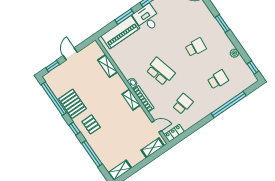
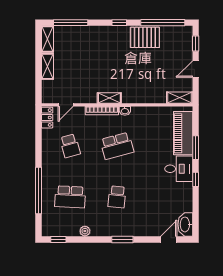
door: (70, 54) -> (196, 69), swing flipped
shelving: (108, 66) -> (180, 98), moved
school desk: (218, 80) -> (70, 197), width x1.85
pallet: (91, 124) -> (112, 42), removed
shelving: (153, 148) -> (47, 66), moved
window: (92, 154) -> (71, 23), moved

